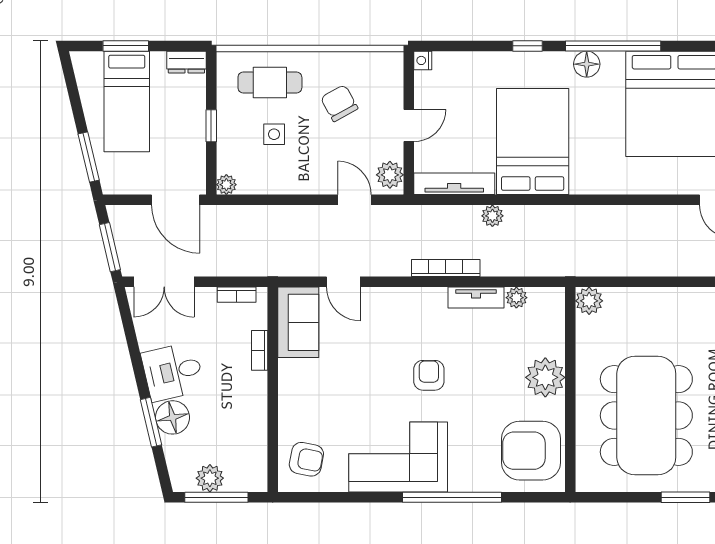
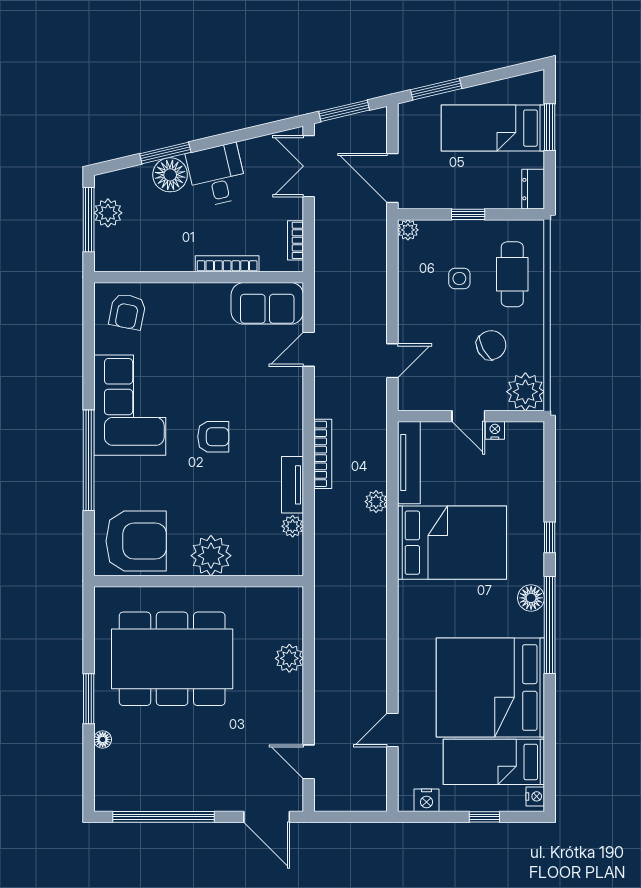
nightstand: (423, 60) -> (495, 430), moved
plant: (390, 175) -> (525, 392), moved, width x1.36, depth x1.36
door: (176, 200) -> (392, 178), hinge flipped
plant: (589, 301) -> (289, 658), moved
bookcase: (260, 350) -> (227, 264), width x1.56
armchair: (531, 451) -> (136, 541), turned 90

